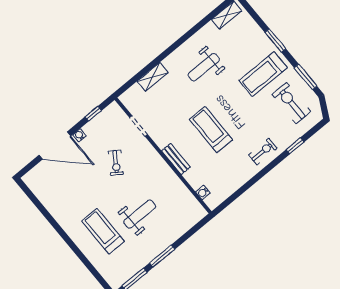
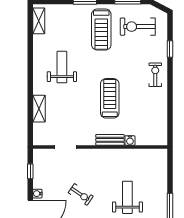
weight bench: (204, 67) -> (62, 67), turned 180
treadmill: (211, 130) -> (110, 98), turned 90
exercise bike: (116, 163) -> (81, 194), moved
water cooler: (203, 192) -> (130, 140), moved

